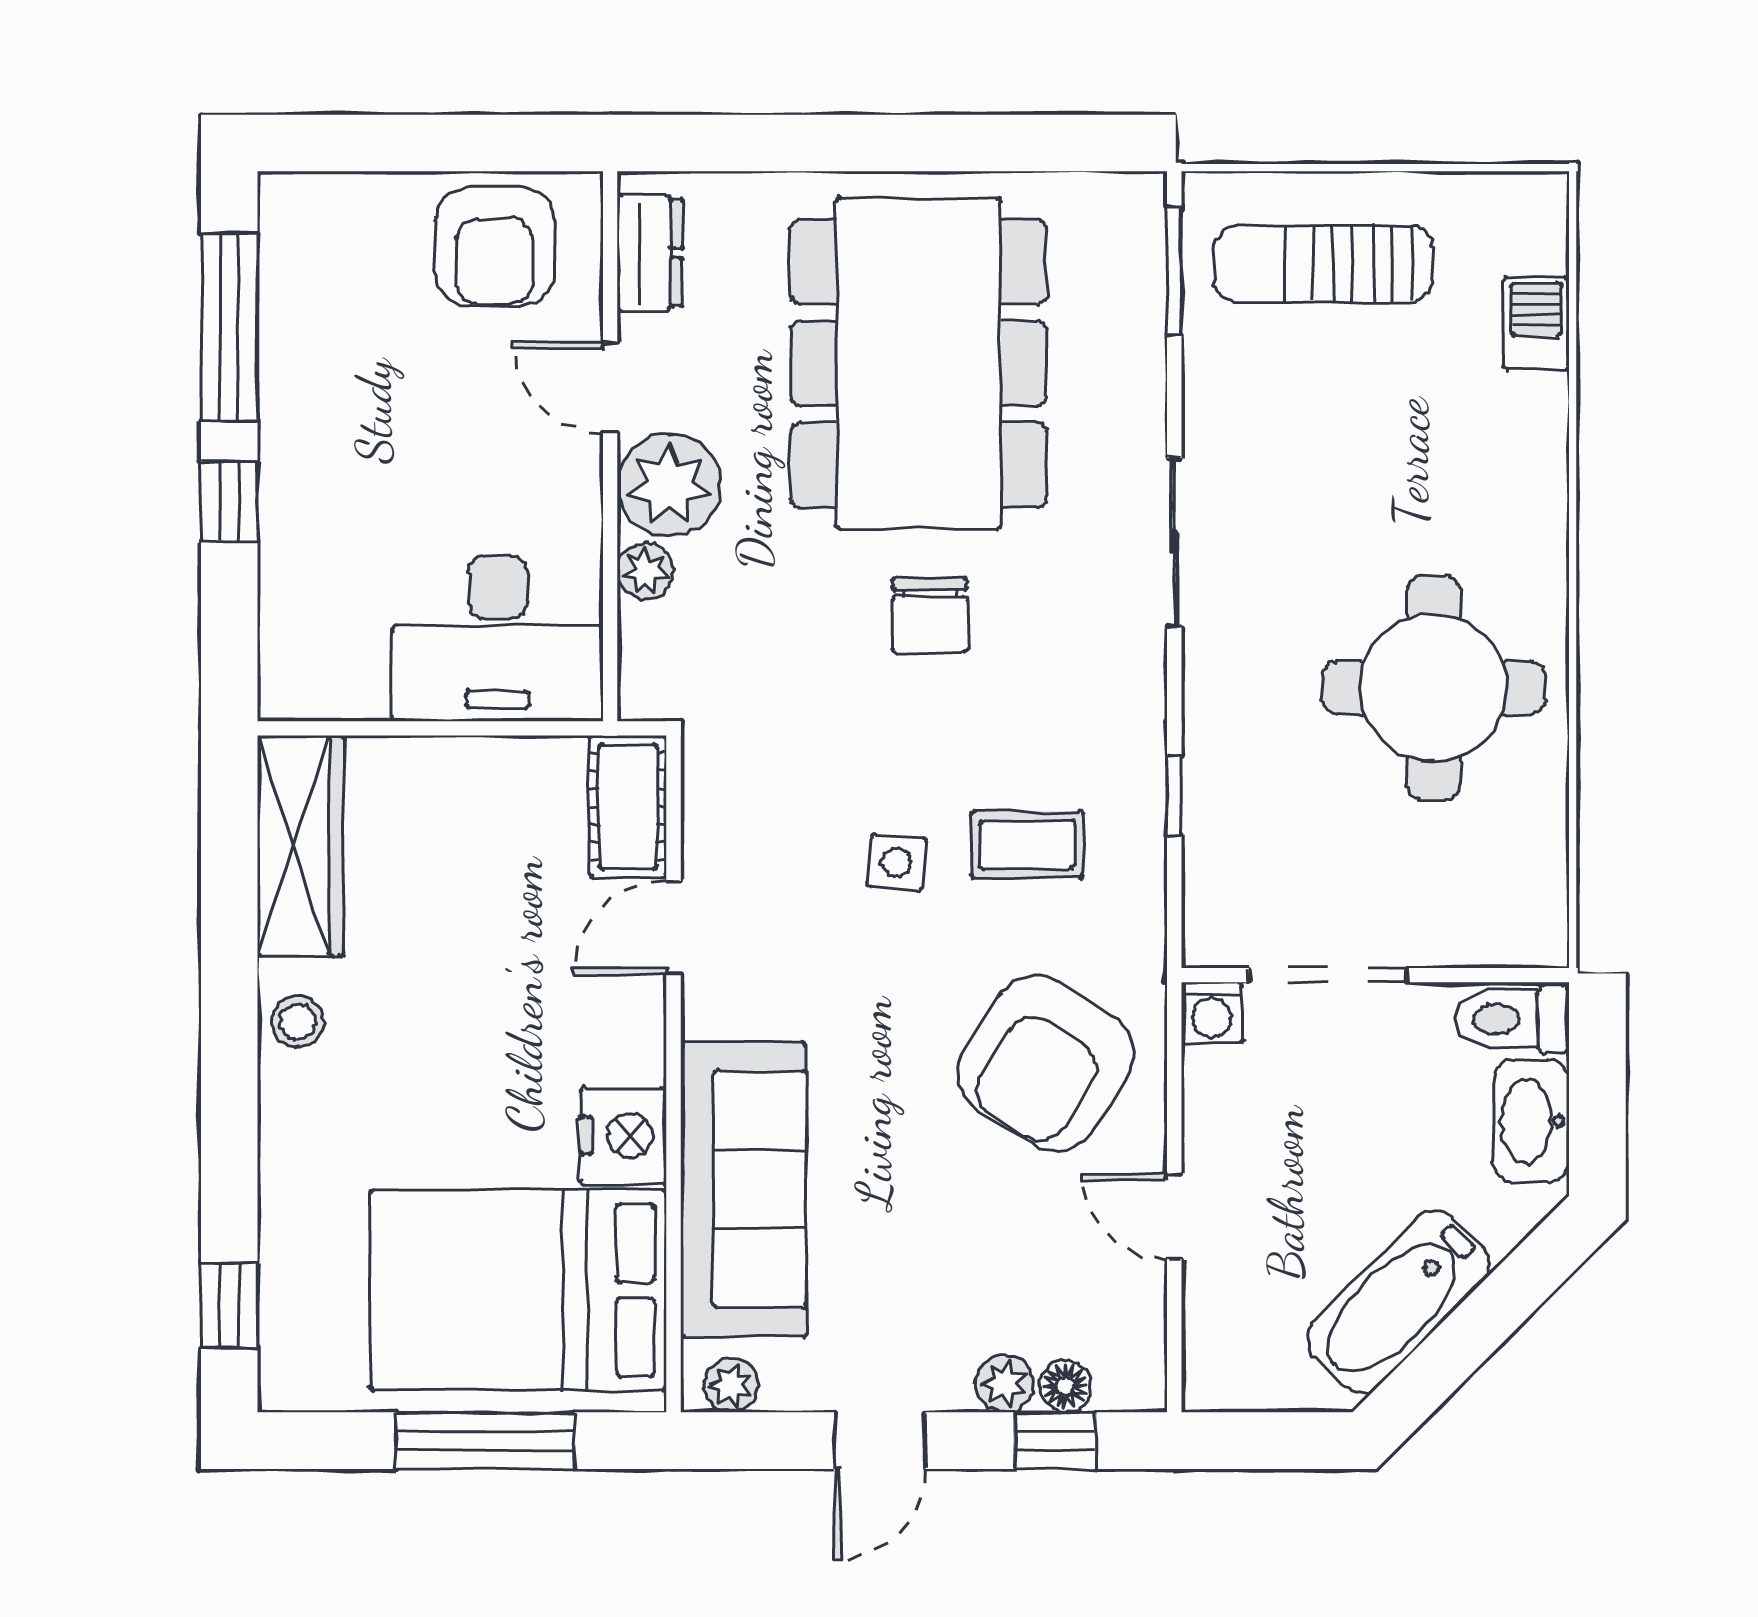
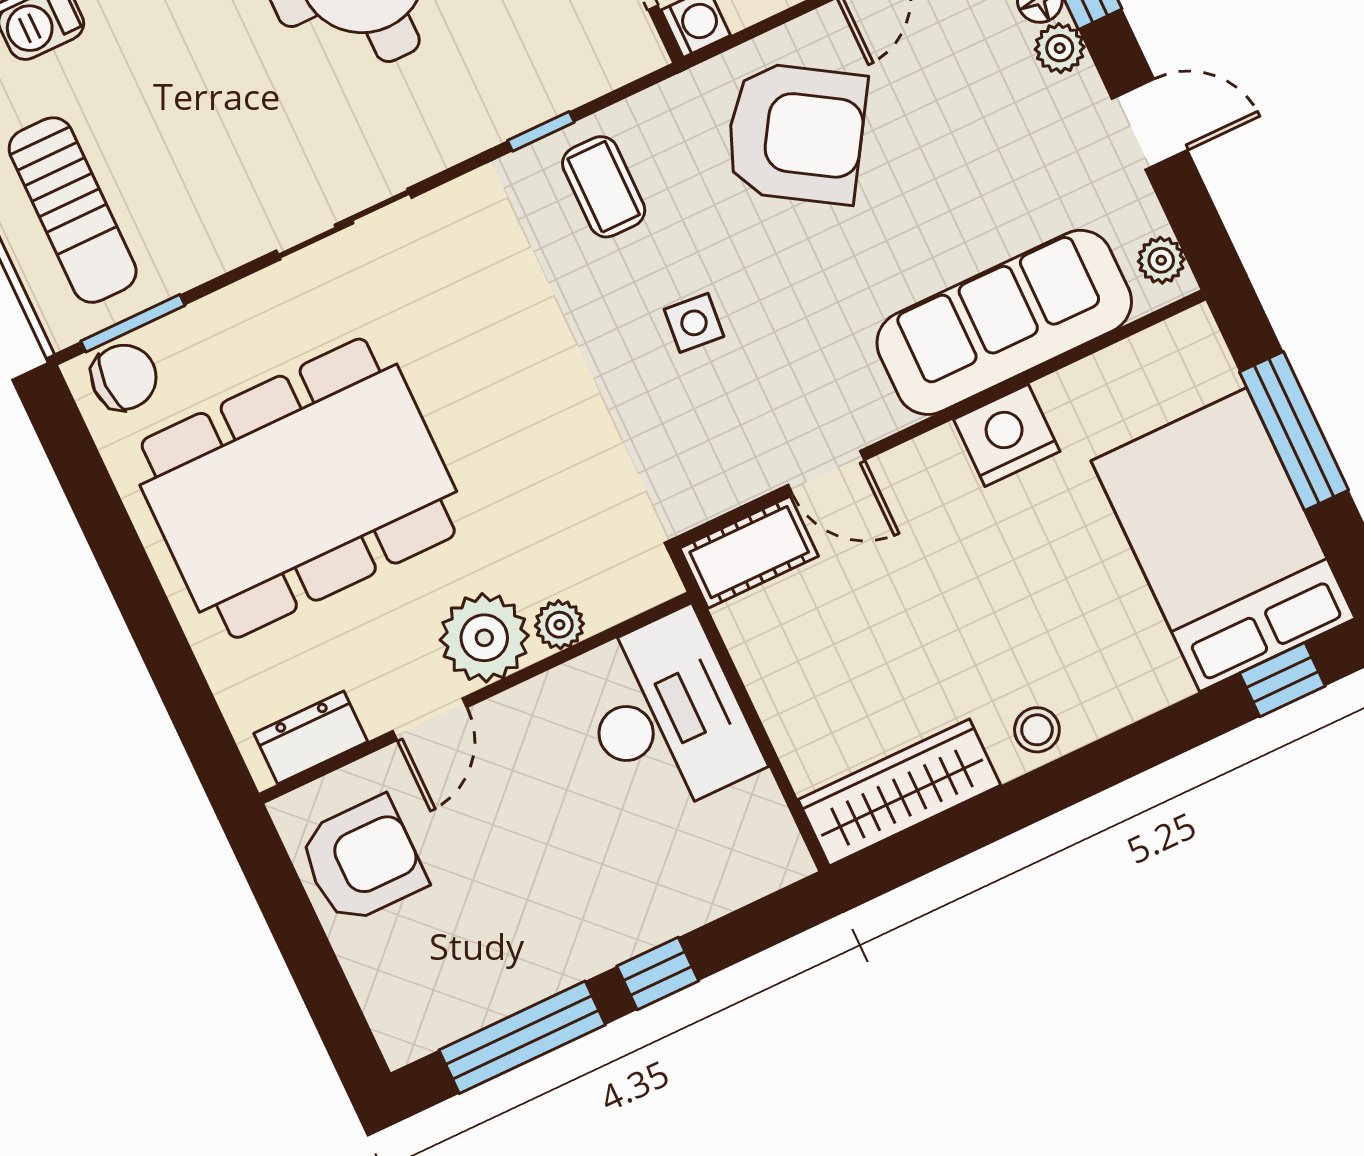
chair: (930, 616) -> (124, 377), moved
coffee table: (1027, 845) -> (604, 187), moved
bed: (518, 1290) -> (1223, 540), moved, turned 180

